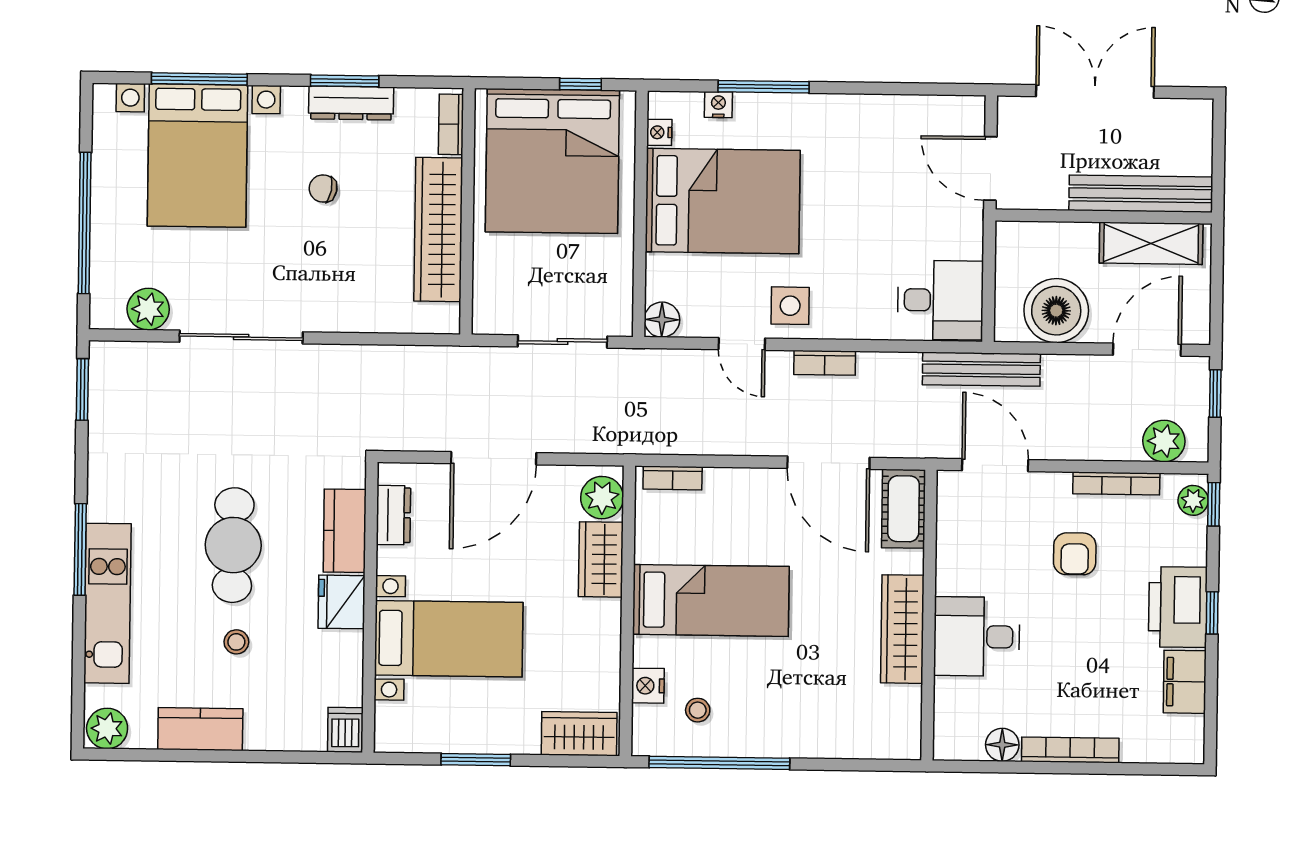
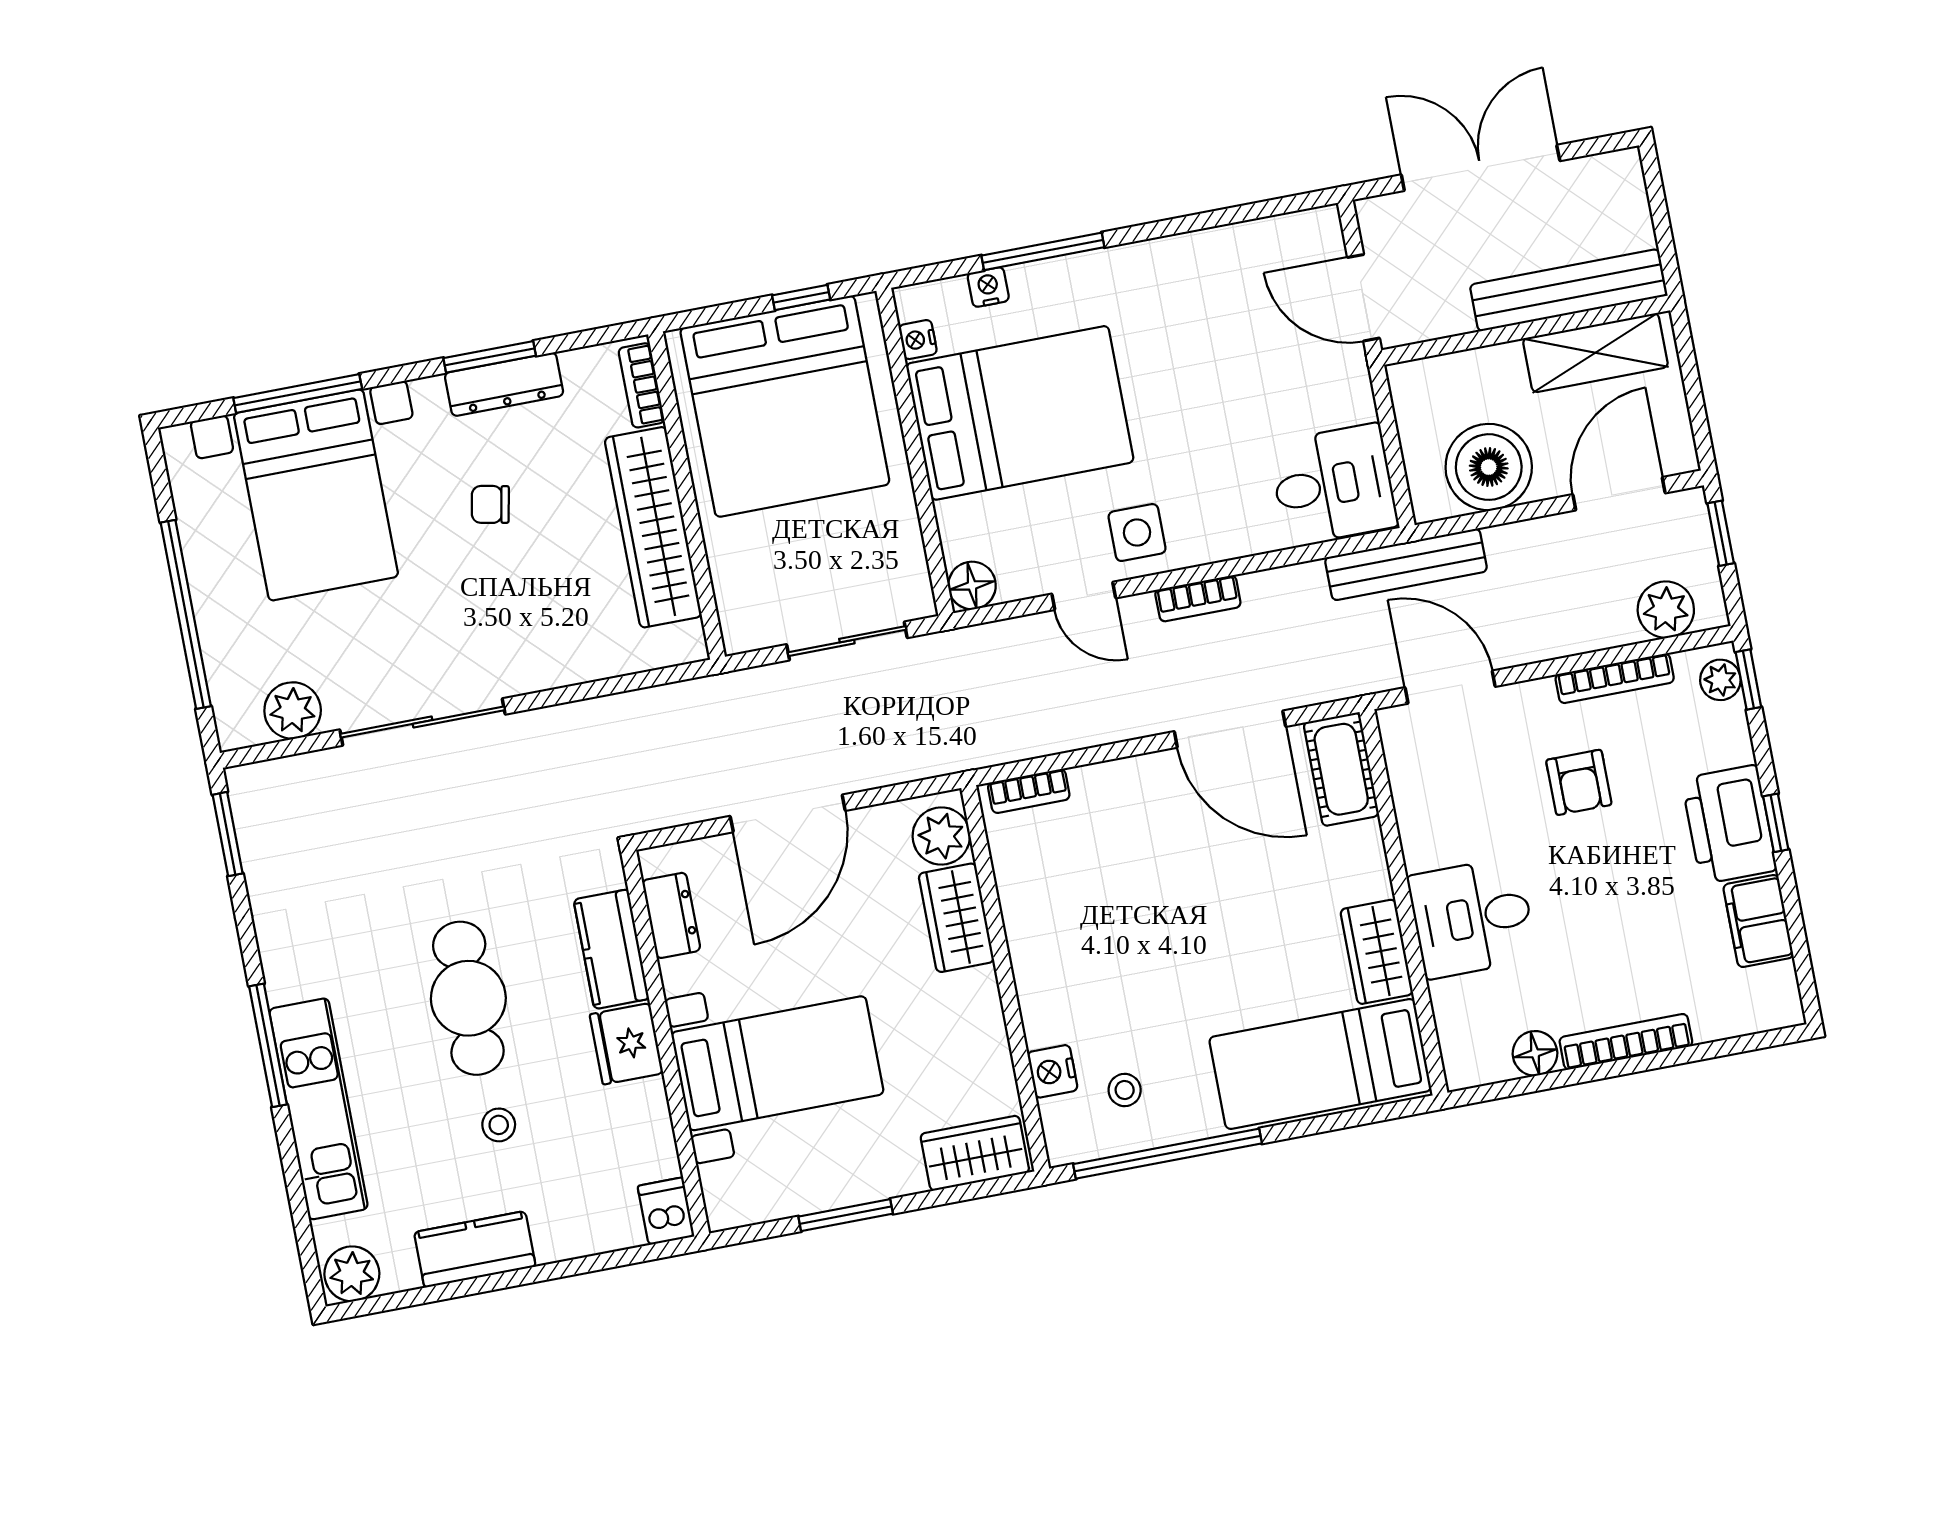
bed: (711, 600) -> (1320, 1064), moved, turned 180
wardrobe: (902, 629) -> (1377, 952), width x0.67

